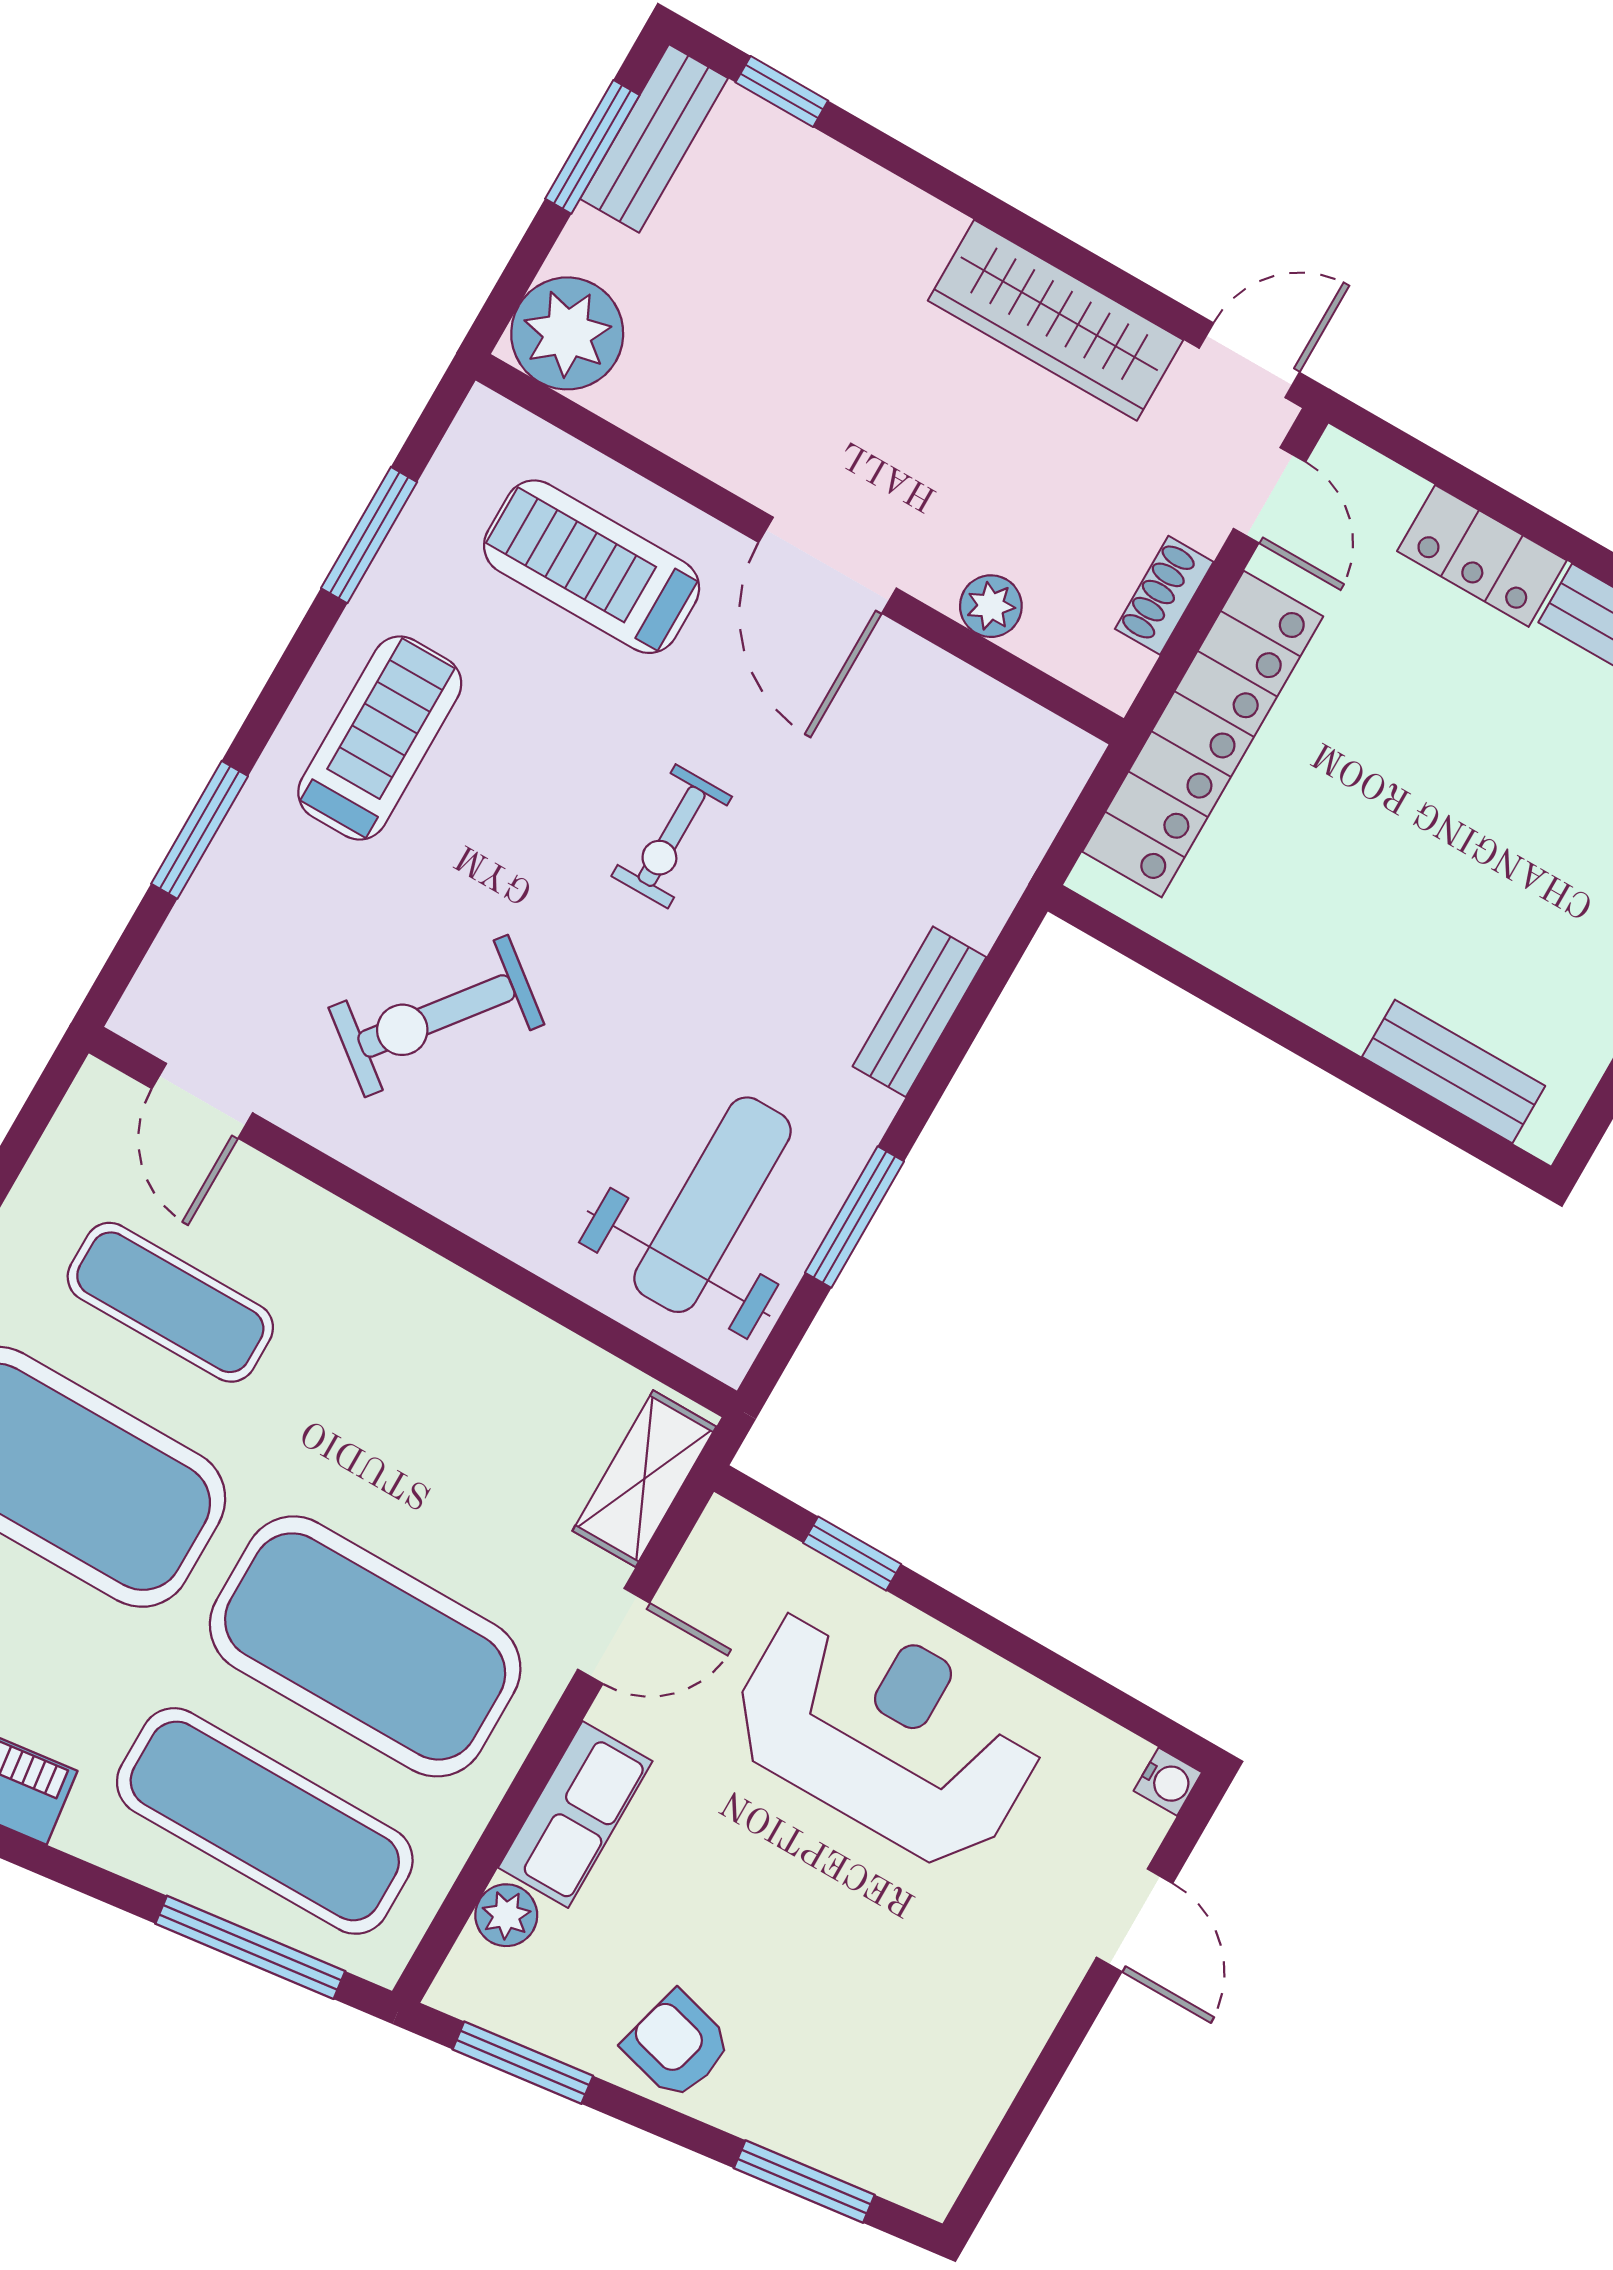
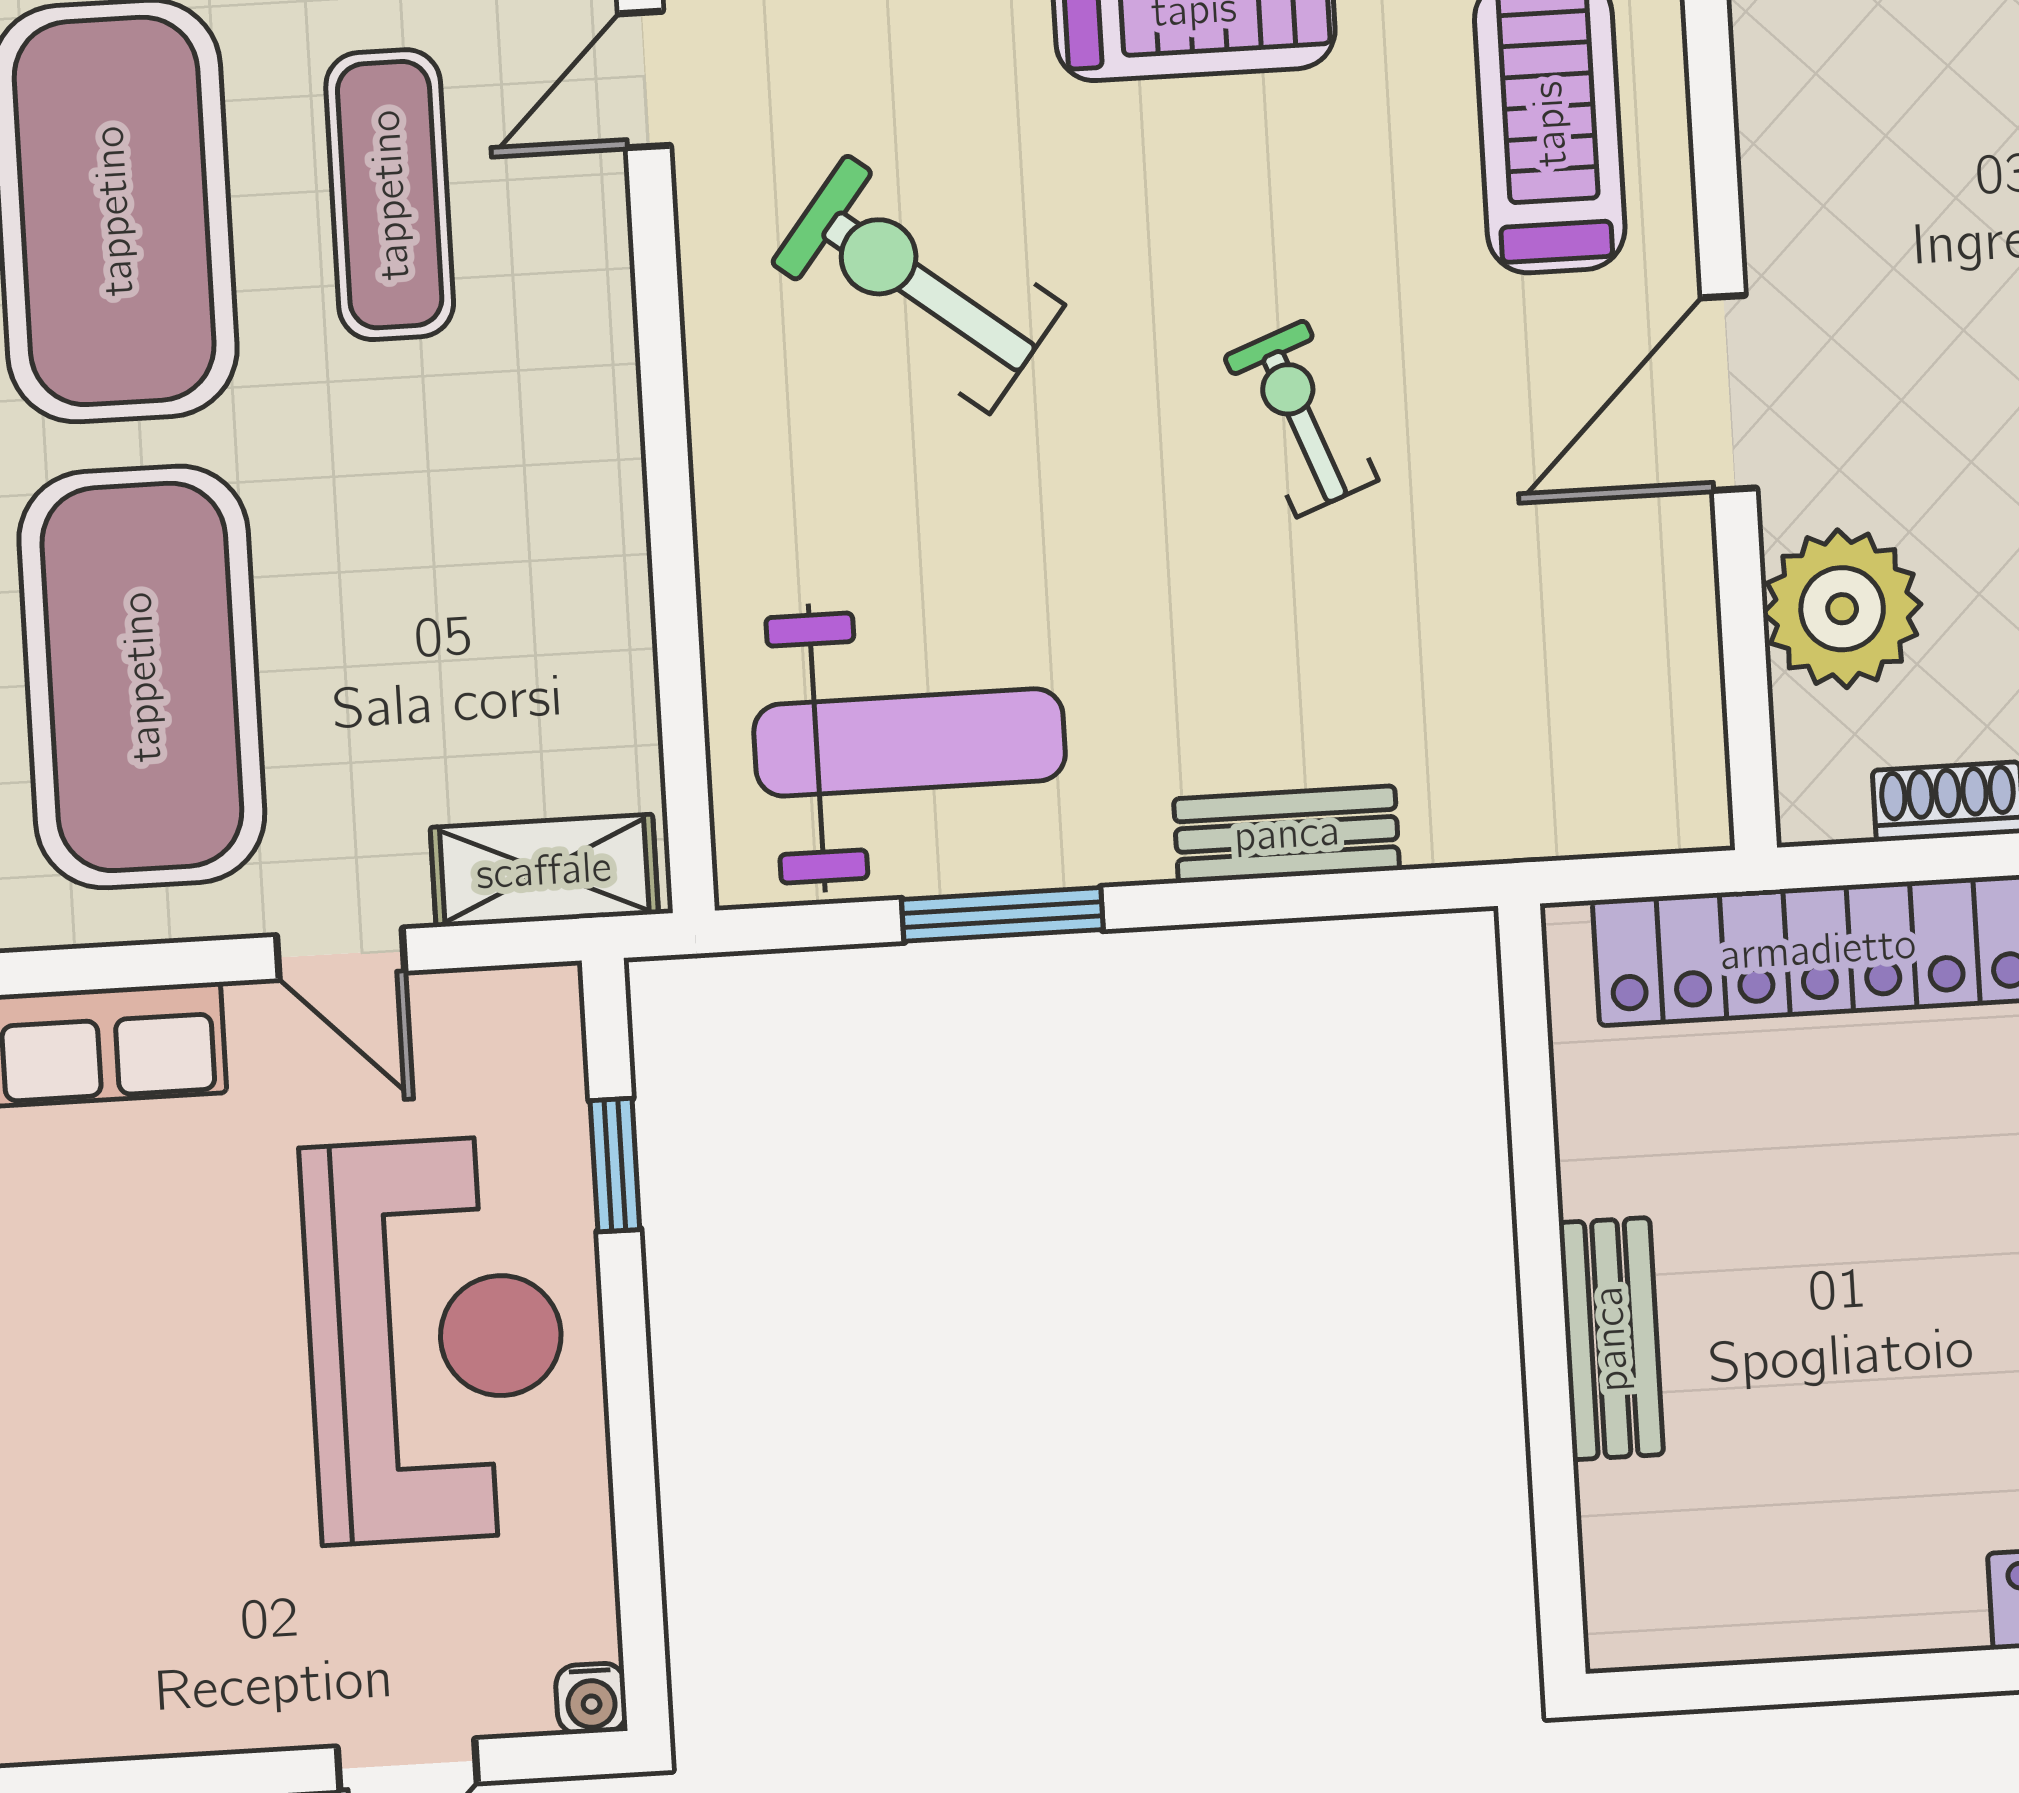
plant: (991, 606) -> (1842, 609), width x1.88, depth x1.88
exercise bike: (672, 836) -> (1301, 418), turned 69
bench: (1454, 1071) -> (1611, 1339), moved

